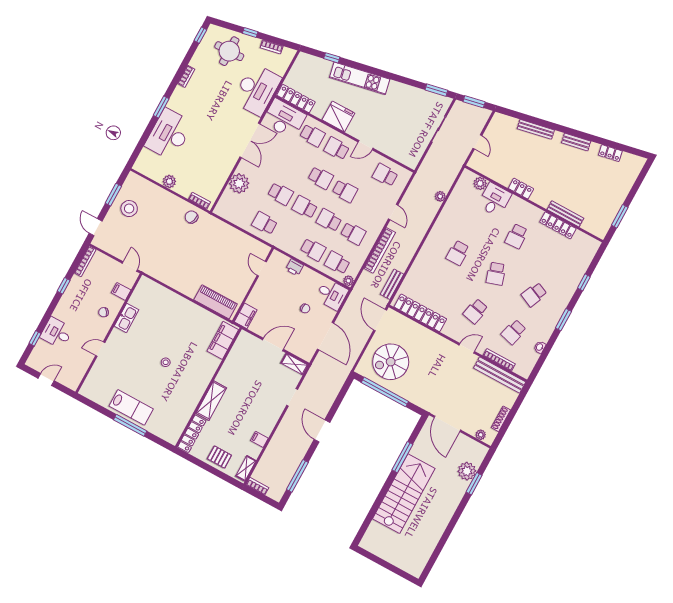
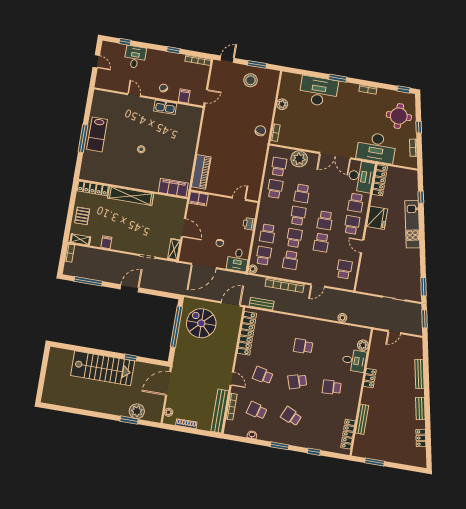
school desk: (240, 210) -> (279, 167), added
locker: (558, 225) -> (348, 434), moved
shelving: (211, 401) -> (131, 196), width x1.47
window: (402, 457) -> (131, 358), width x0.46

